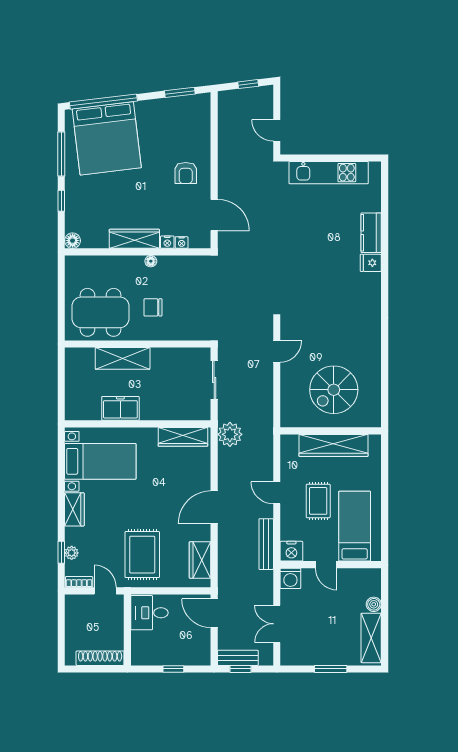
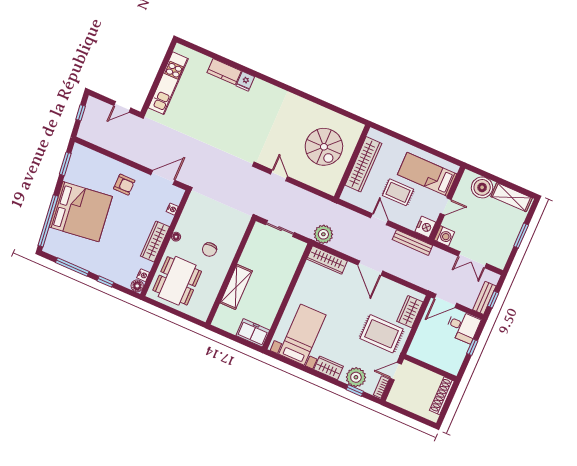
bed: (107, 138) -> (81, 212), moved
nightstand: (167, 242) -> (143, 275), moved
dining table: (100, 312) -> (177, 281), moved
freezer: (120, 408) -> (253, 333), moved, turned 90
wardrobe: (183, 437) -> (327, 260), moved, turned 90
door: (277, 493) -> (379, 219), swing flipped
plant: (72, 553) -> (356, 377), width x1.87, depth x1.87
wardrobe: (200, 560) -> (410, 312), moved, turned 90
boiler: (374, 604) -> (482, 187), width x1.86, depth x1.86
desk: (149, 613) -> (463, 326), moved, turned -90

